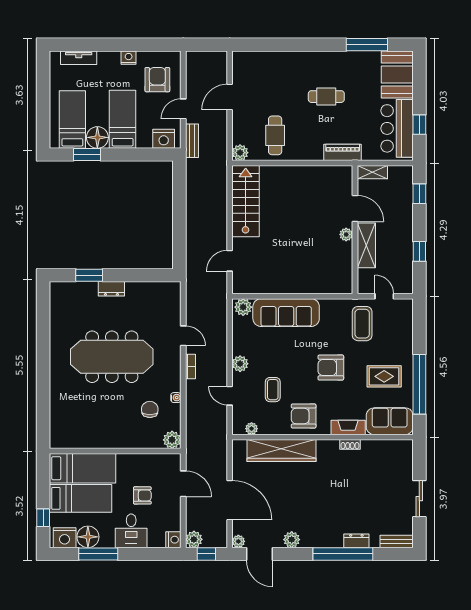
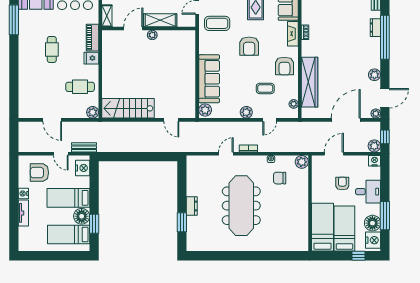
tv unit: (79, 58) -> (23, 213), moved
fridge: (314, 151) -> (91, 58), added

